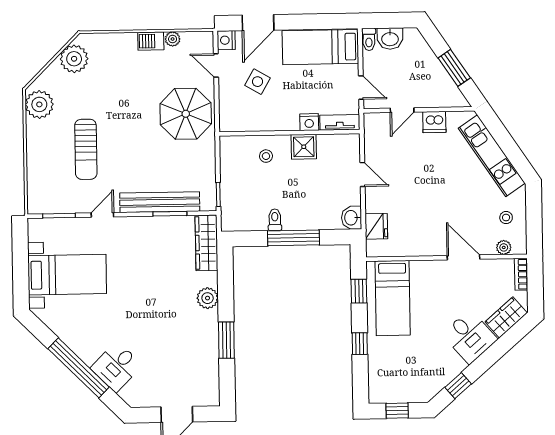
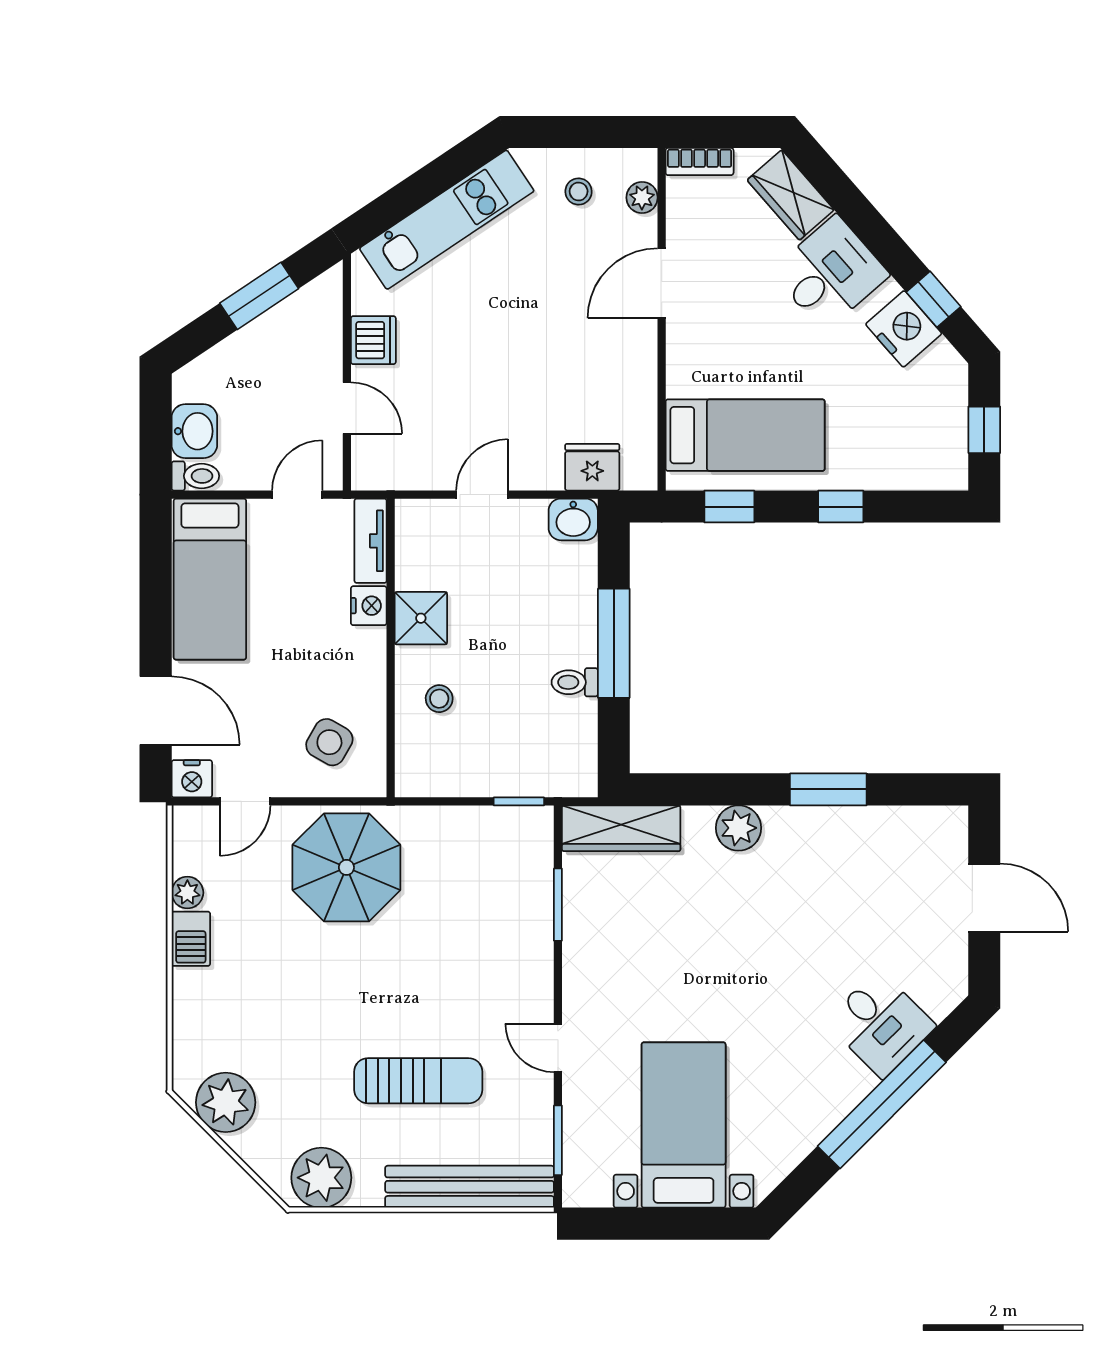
side table: (258, 82) -> (329, 742), moved
bench: (160, 202) -> (470, 1187), moved, turned 90
nightstand: (444, 372) -> (904, 329), added

